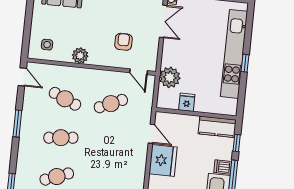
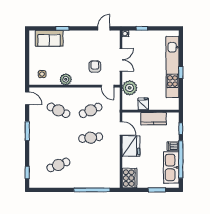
double door: (163, 21) -> (121, 60), moved
kitchen counter: (217, 127) -> (154, 119), moved
cafe table: (61, 138) -> (91, 138), moved

